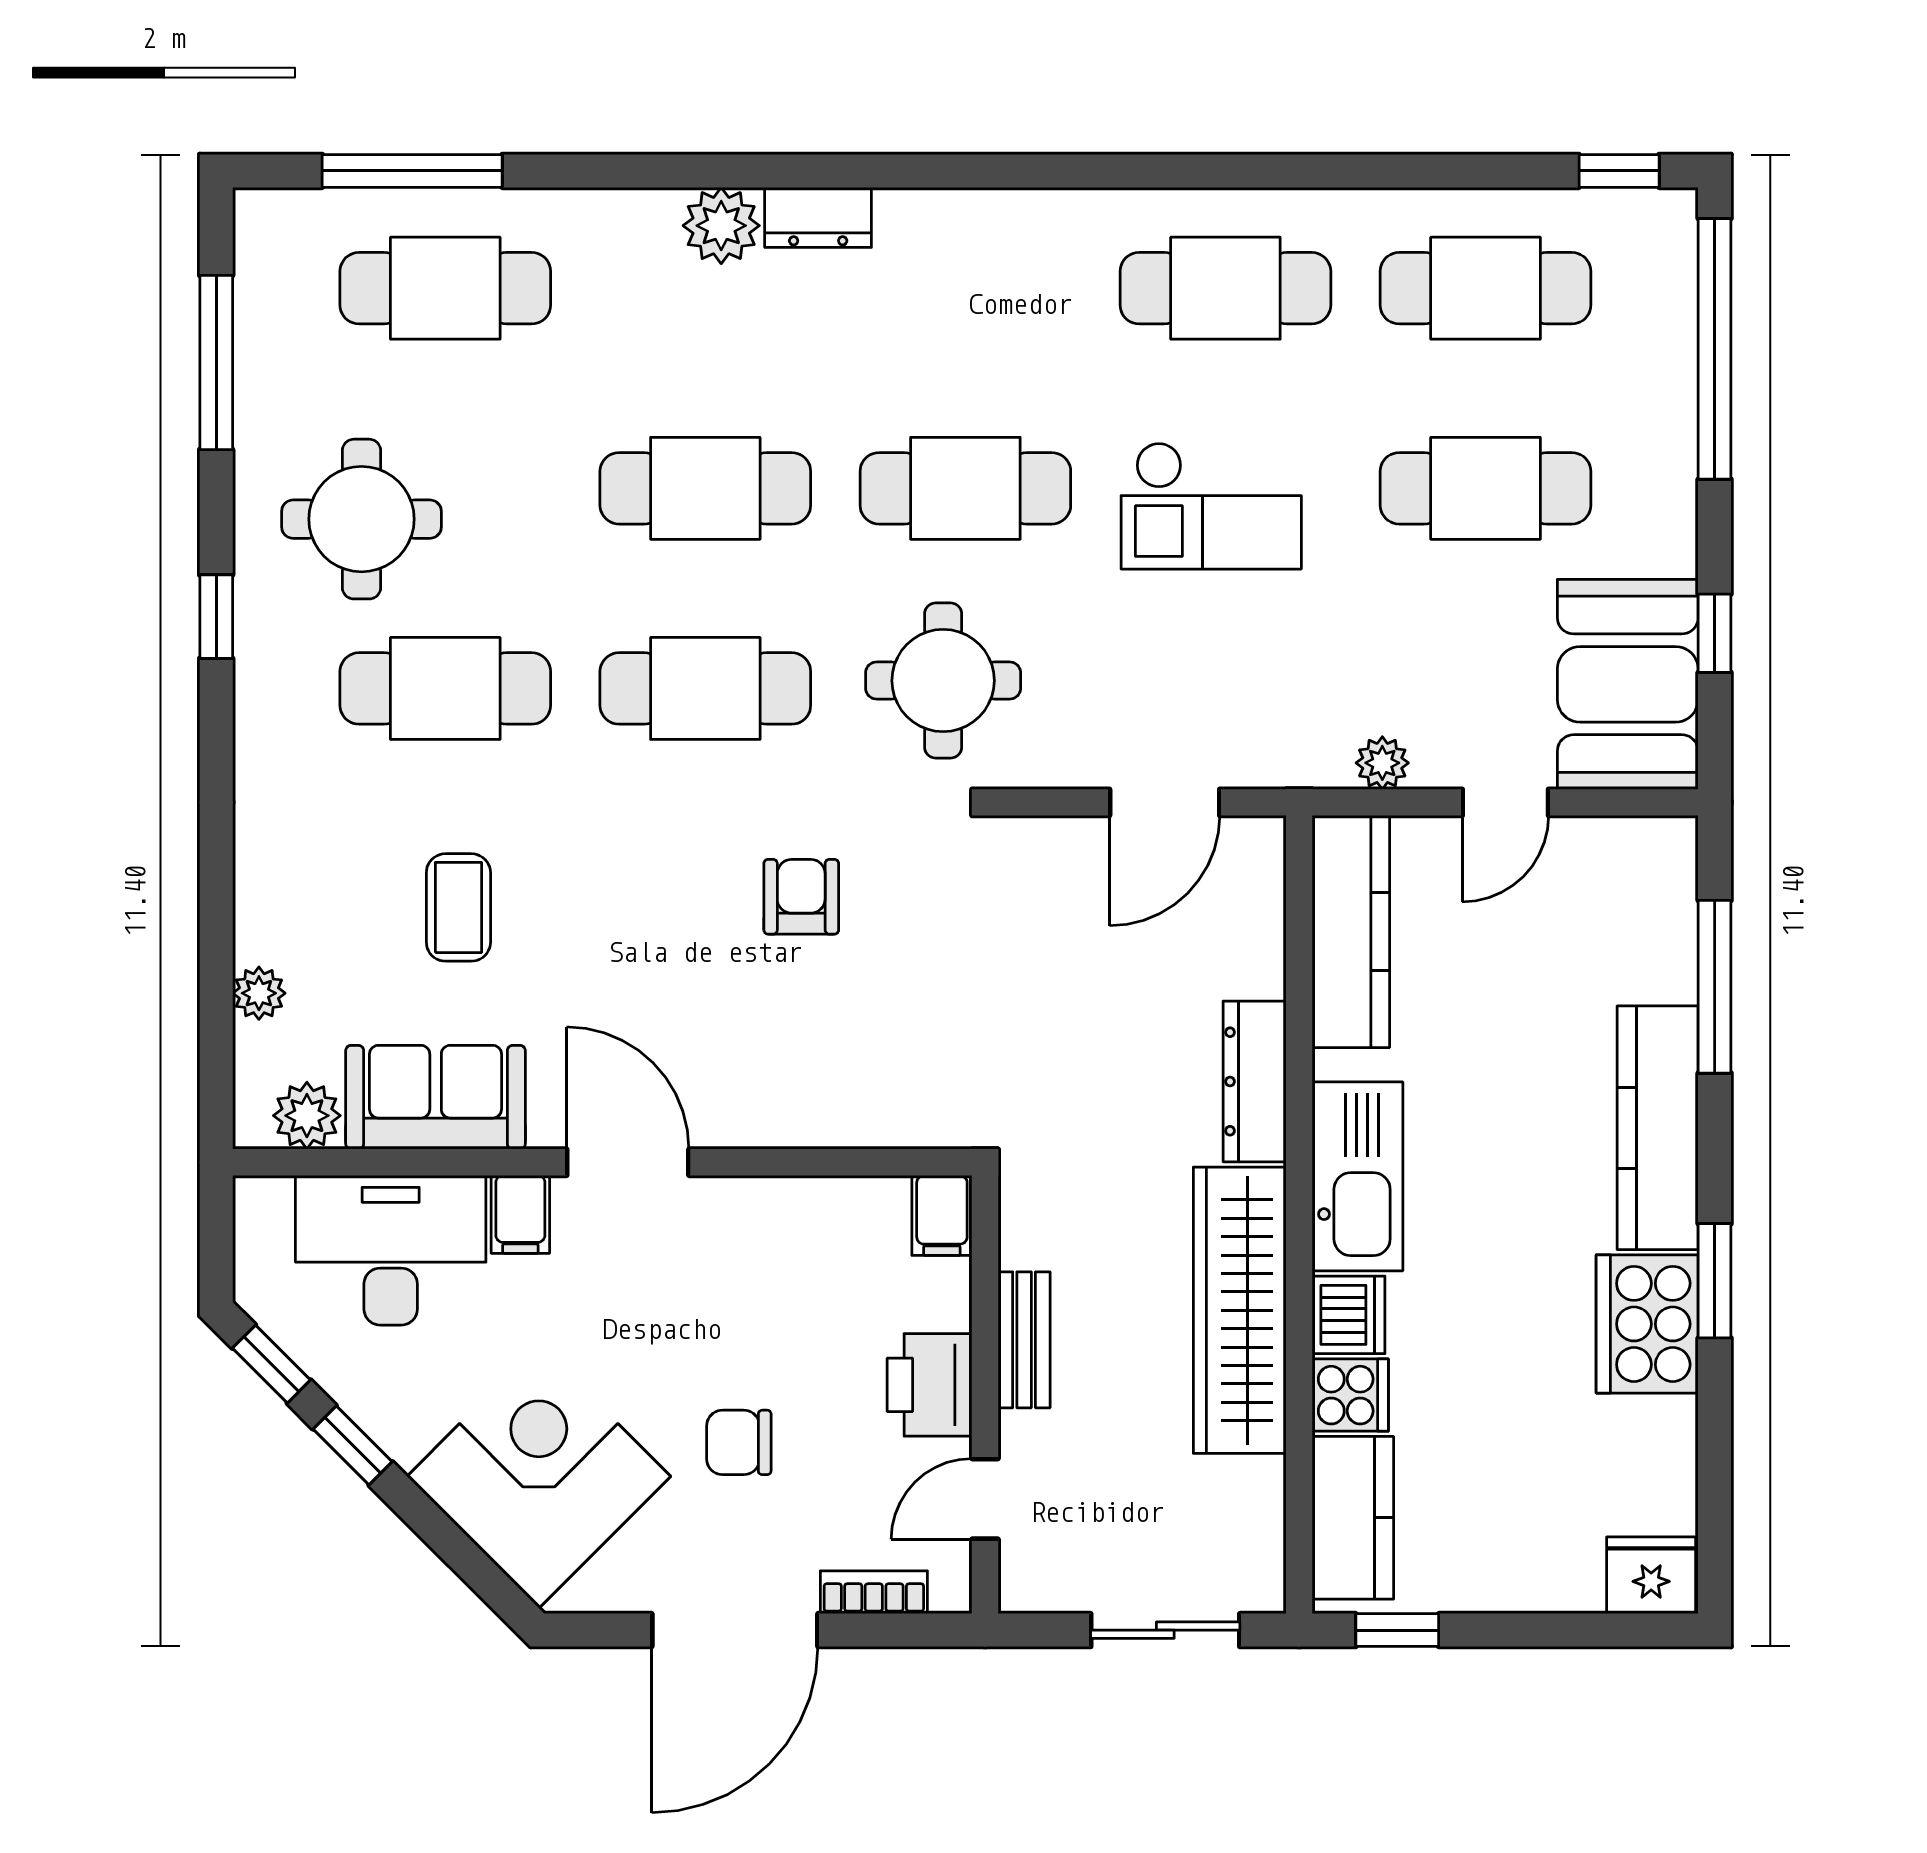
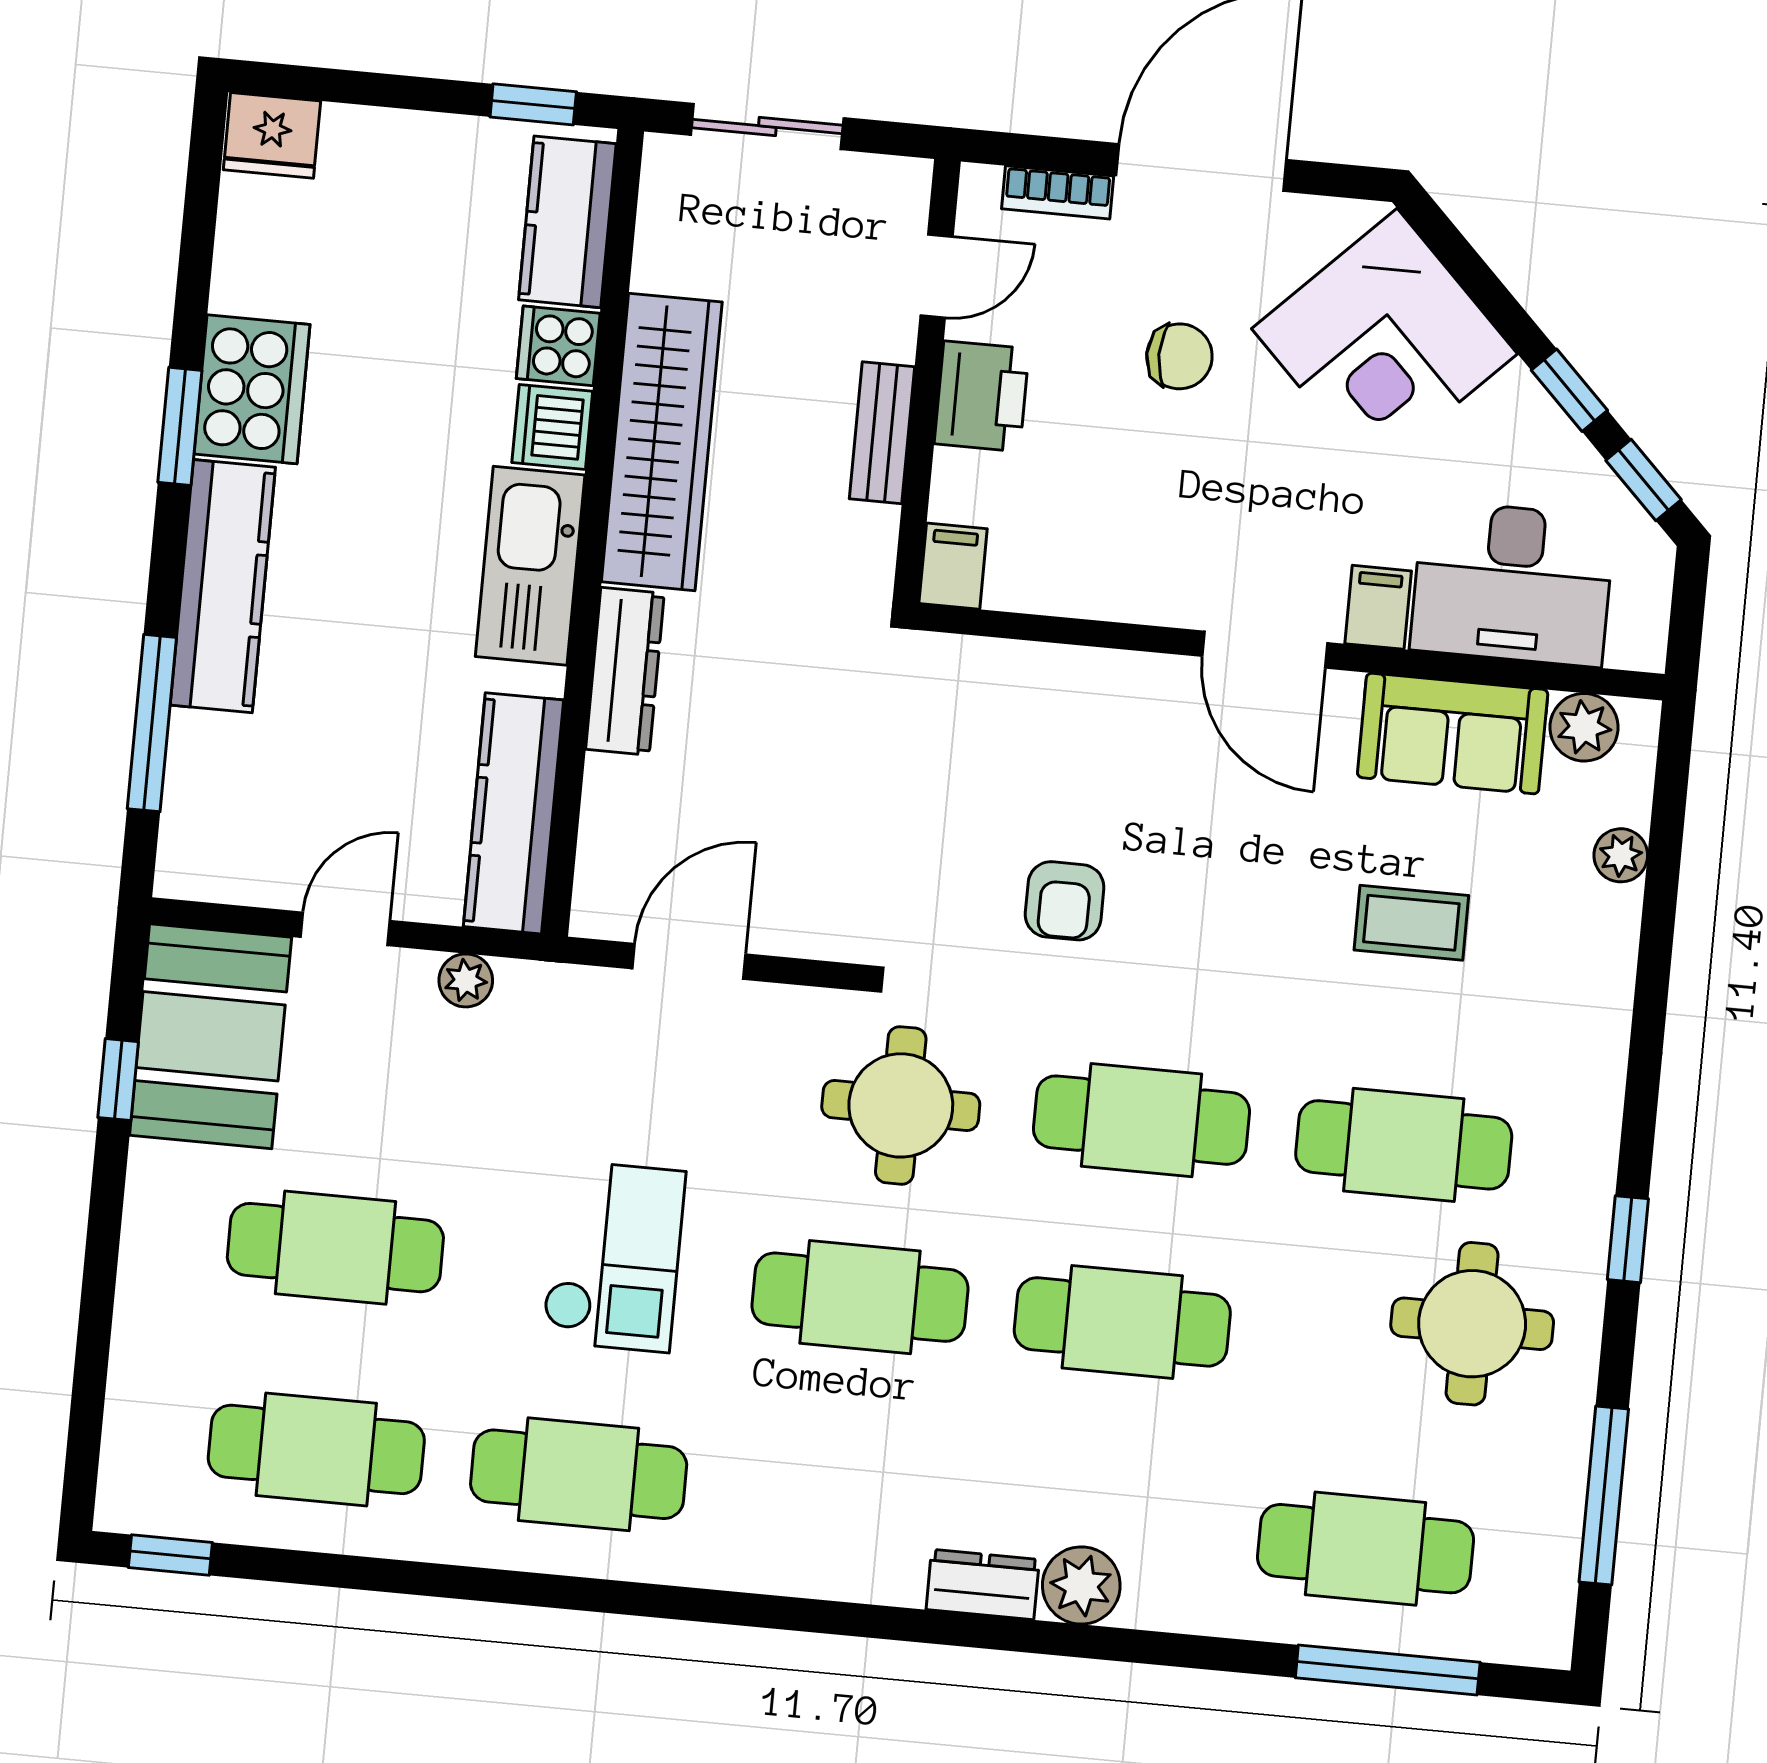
window: (1715, 349) -> (91, 1366), removed
checkout: (1211, 506) -> (614, 1256), turned 90
coffee table: (458, 907) -> (1411, 923), turned 90

